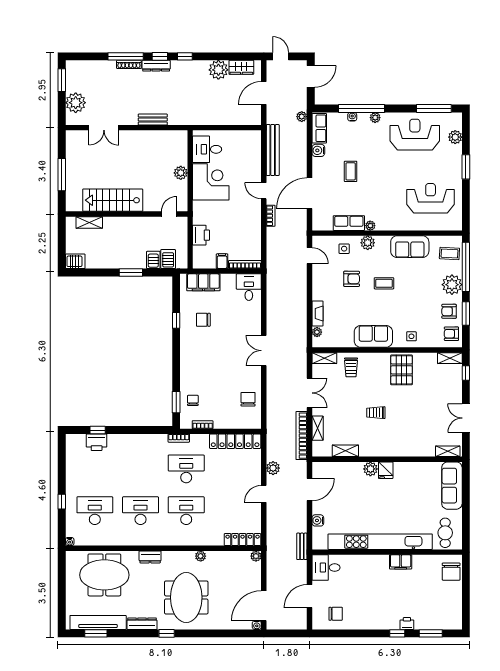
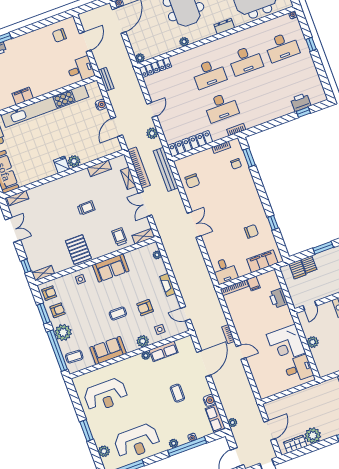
bench: (273, 150) -> (166, 169), moved
fireplace: (317, 313) -> (168, 285), moved

